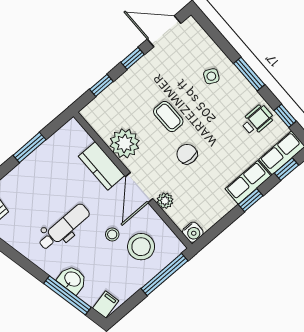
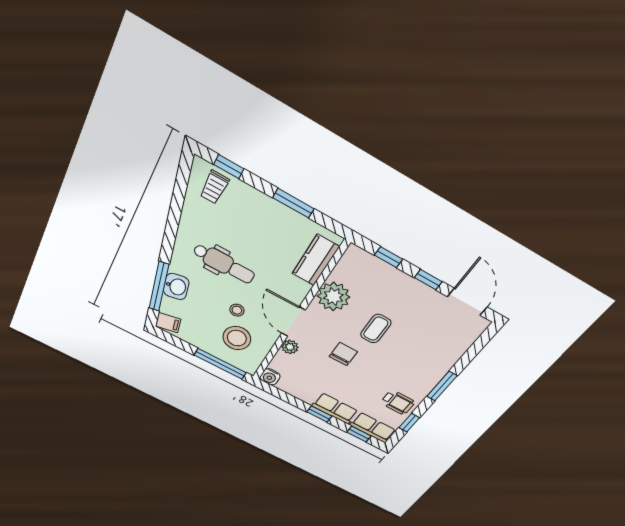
side table: (211, 76) -> (430, 356), removed
kitchen counter: (102, 166) -> (316, 260), moved
door: (139, 188) -> (293, 322), hinge flipped

